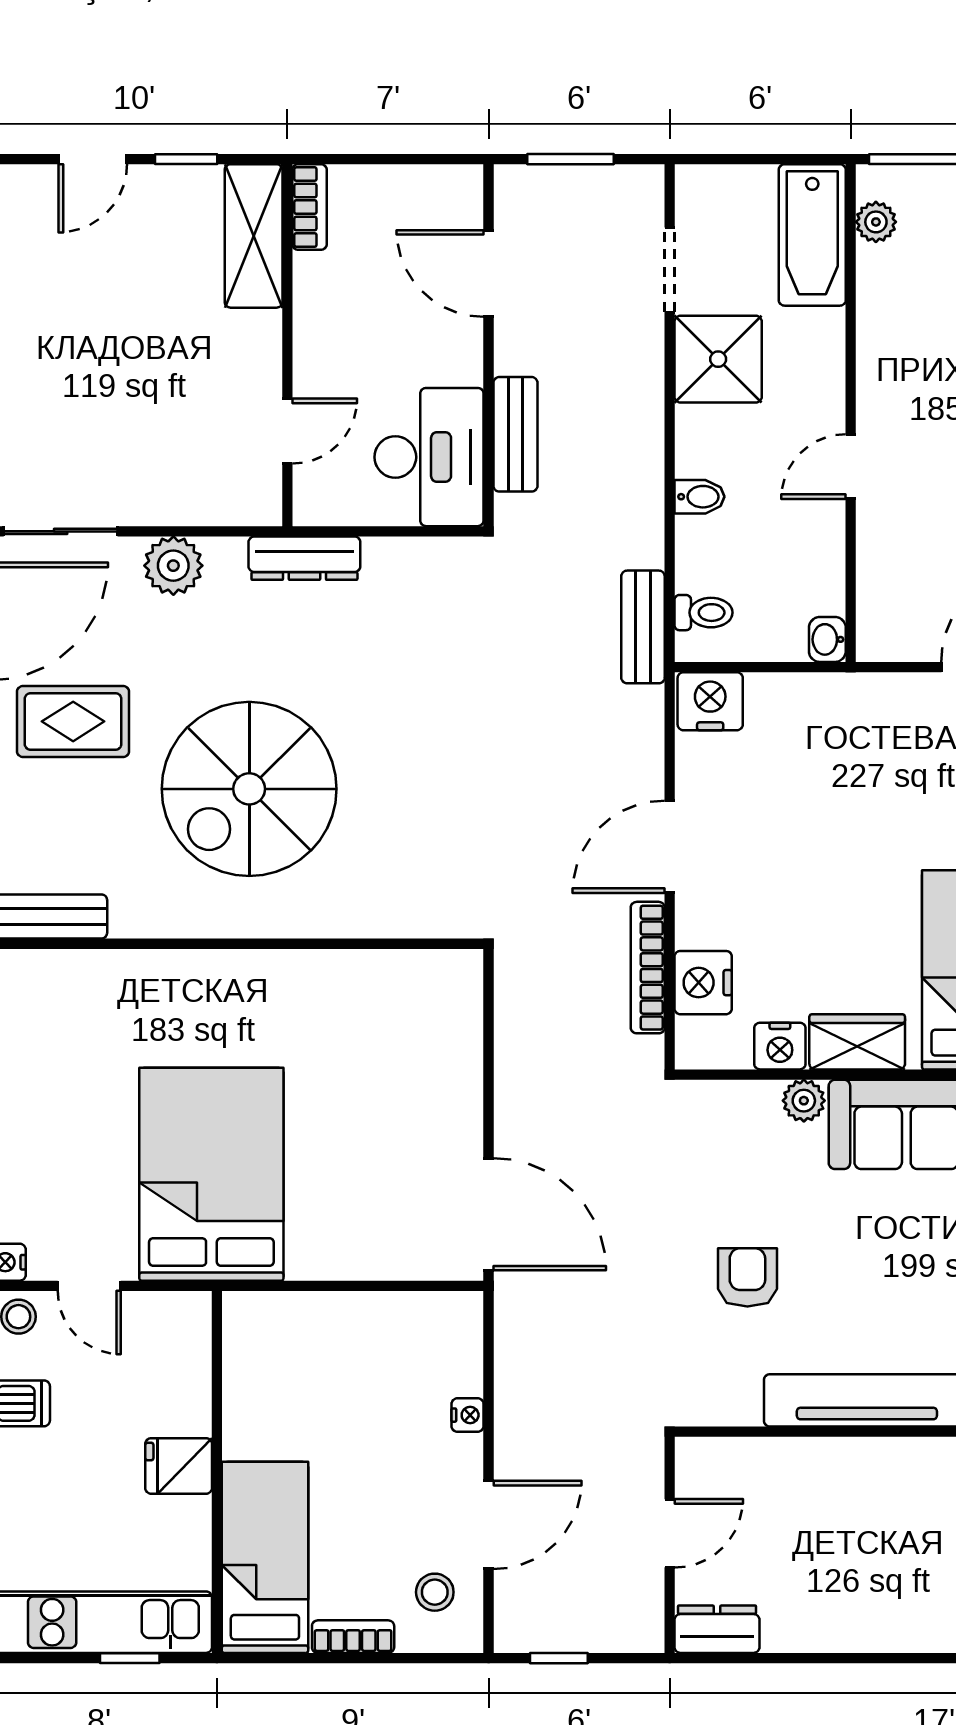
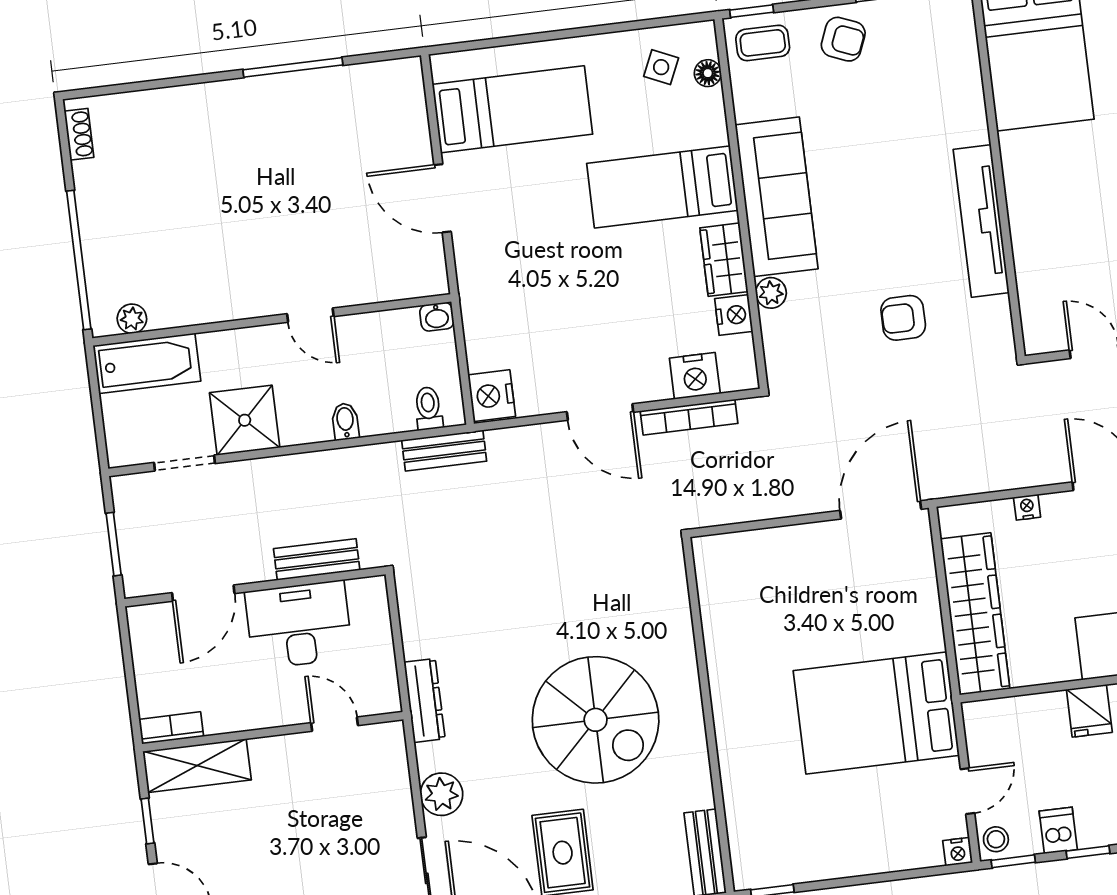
desk: (429, 457) -> (299, 625), moved
wardrobe: (330, 1326) -> (975, 614), added

